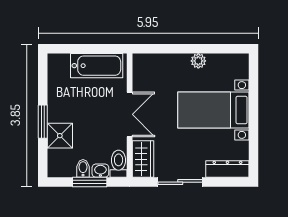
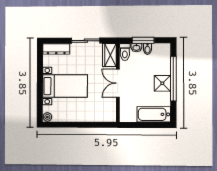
plant: (198, 61) -> (47, 117), moved
bathtub: (97, 66) -> (154, 114), moved
window: (43, 122) -> (173, 79), width x2.11
shower: (60, 136) -> (162, 83), moved

